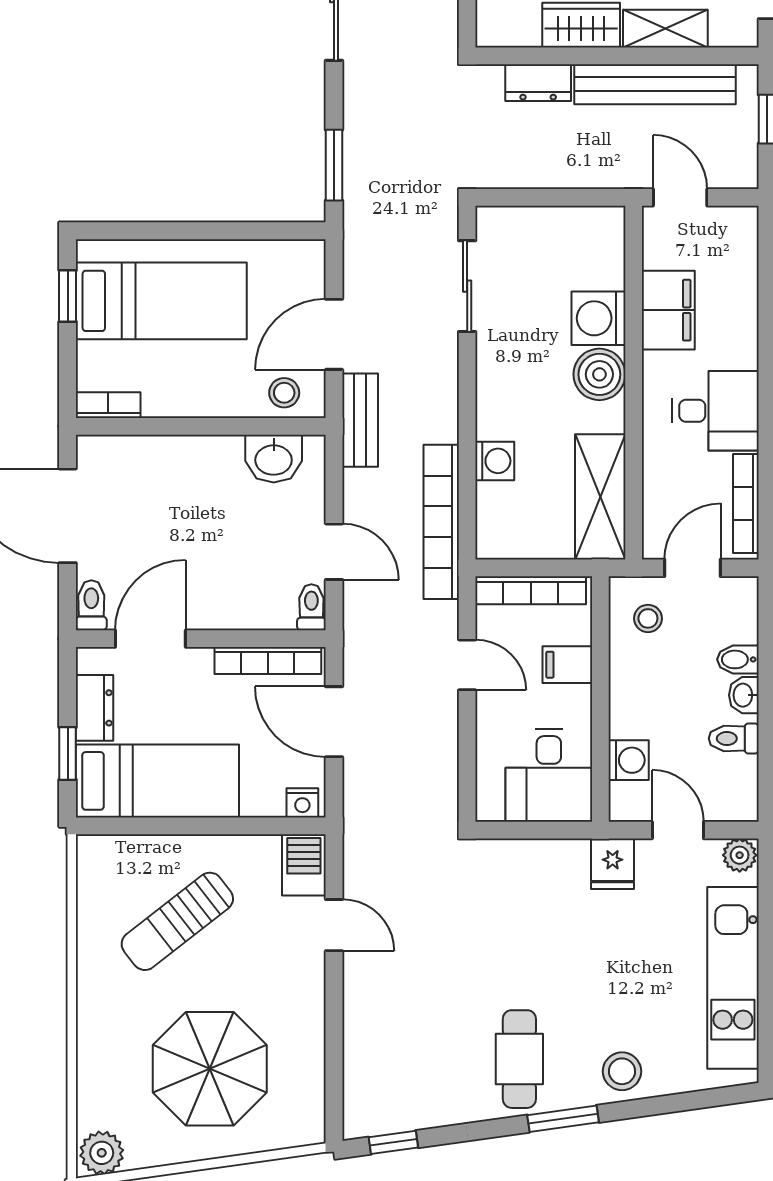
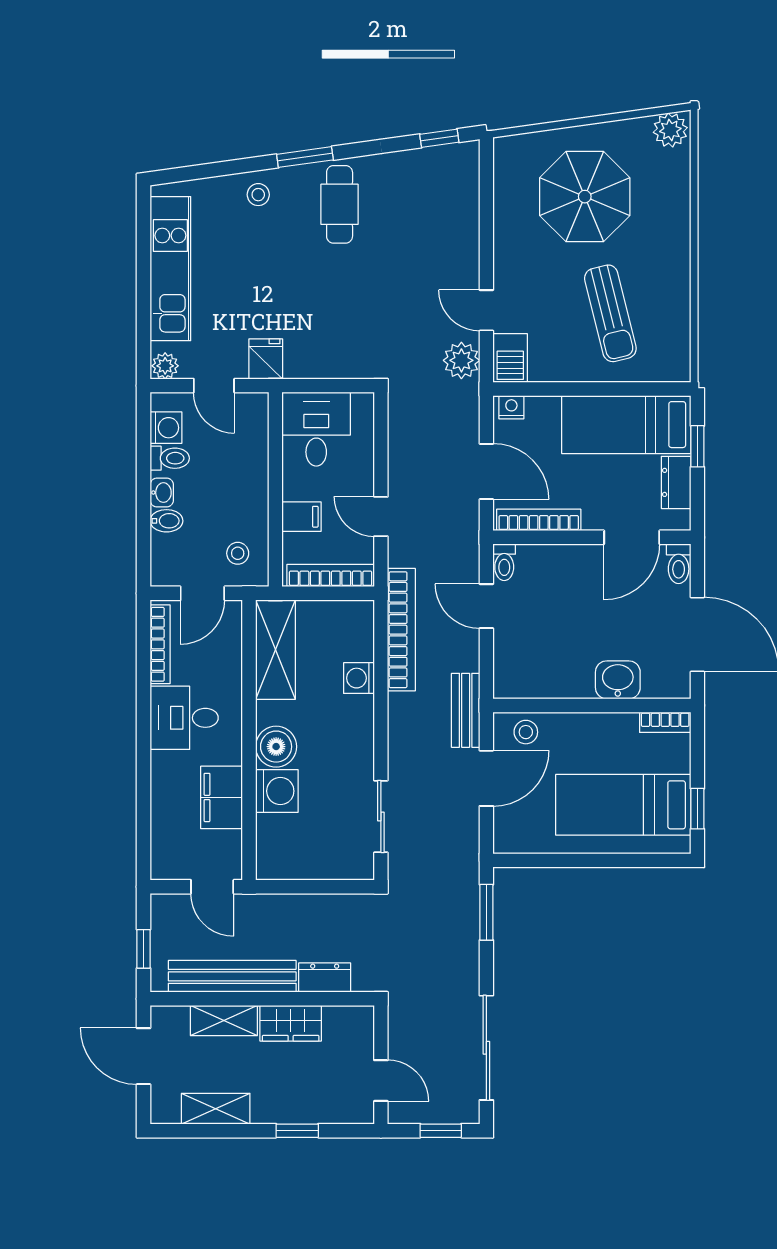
washbasin: (274, 459) -> (618, 680), moved
washing machine: (629, 760) -> (166, 428), moved, turned 180
plant: (365, 862) -> (461, 360), added
sun lounger: (177, 921) -> (610, 313), turned 114
stool: (622, 1071) -> (258, 195), width x0.73, depth x0.73

